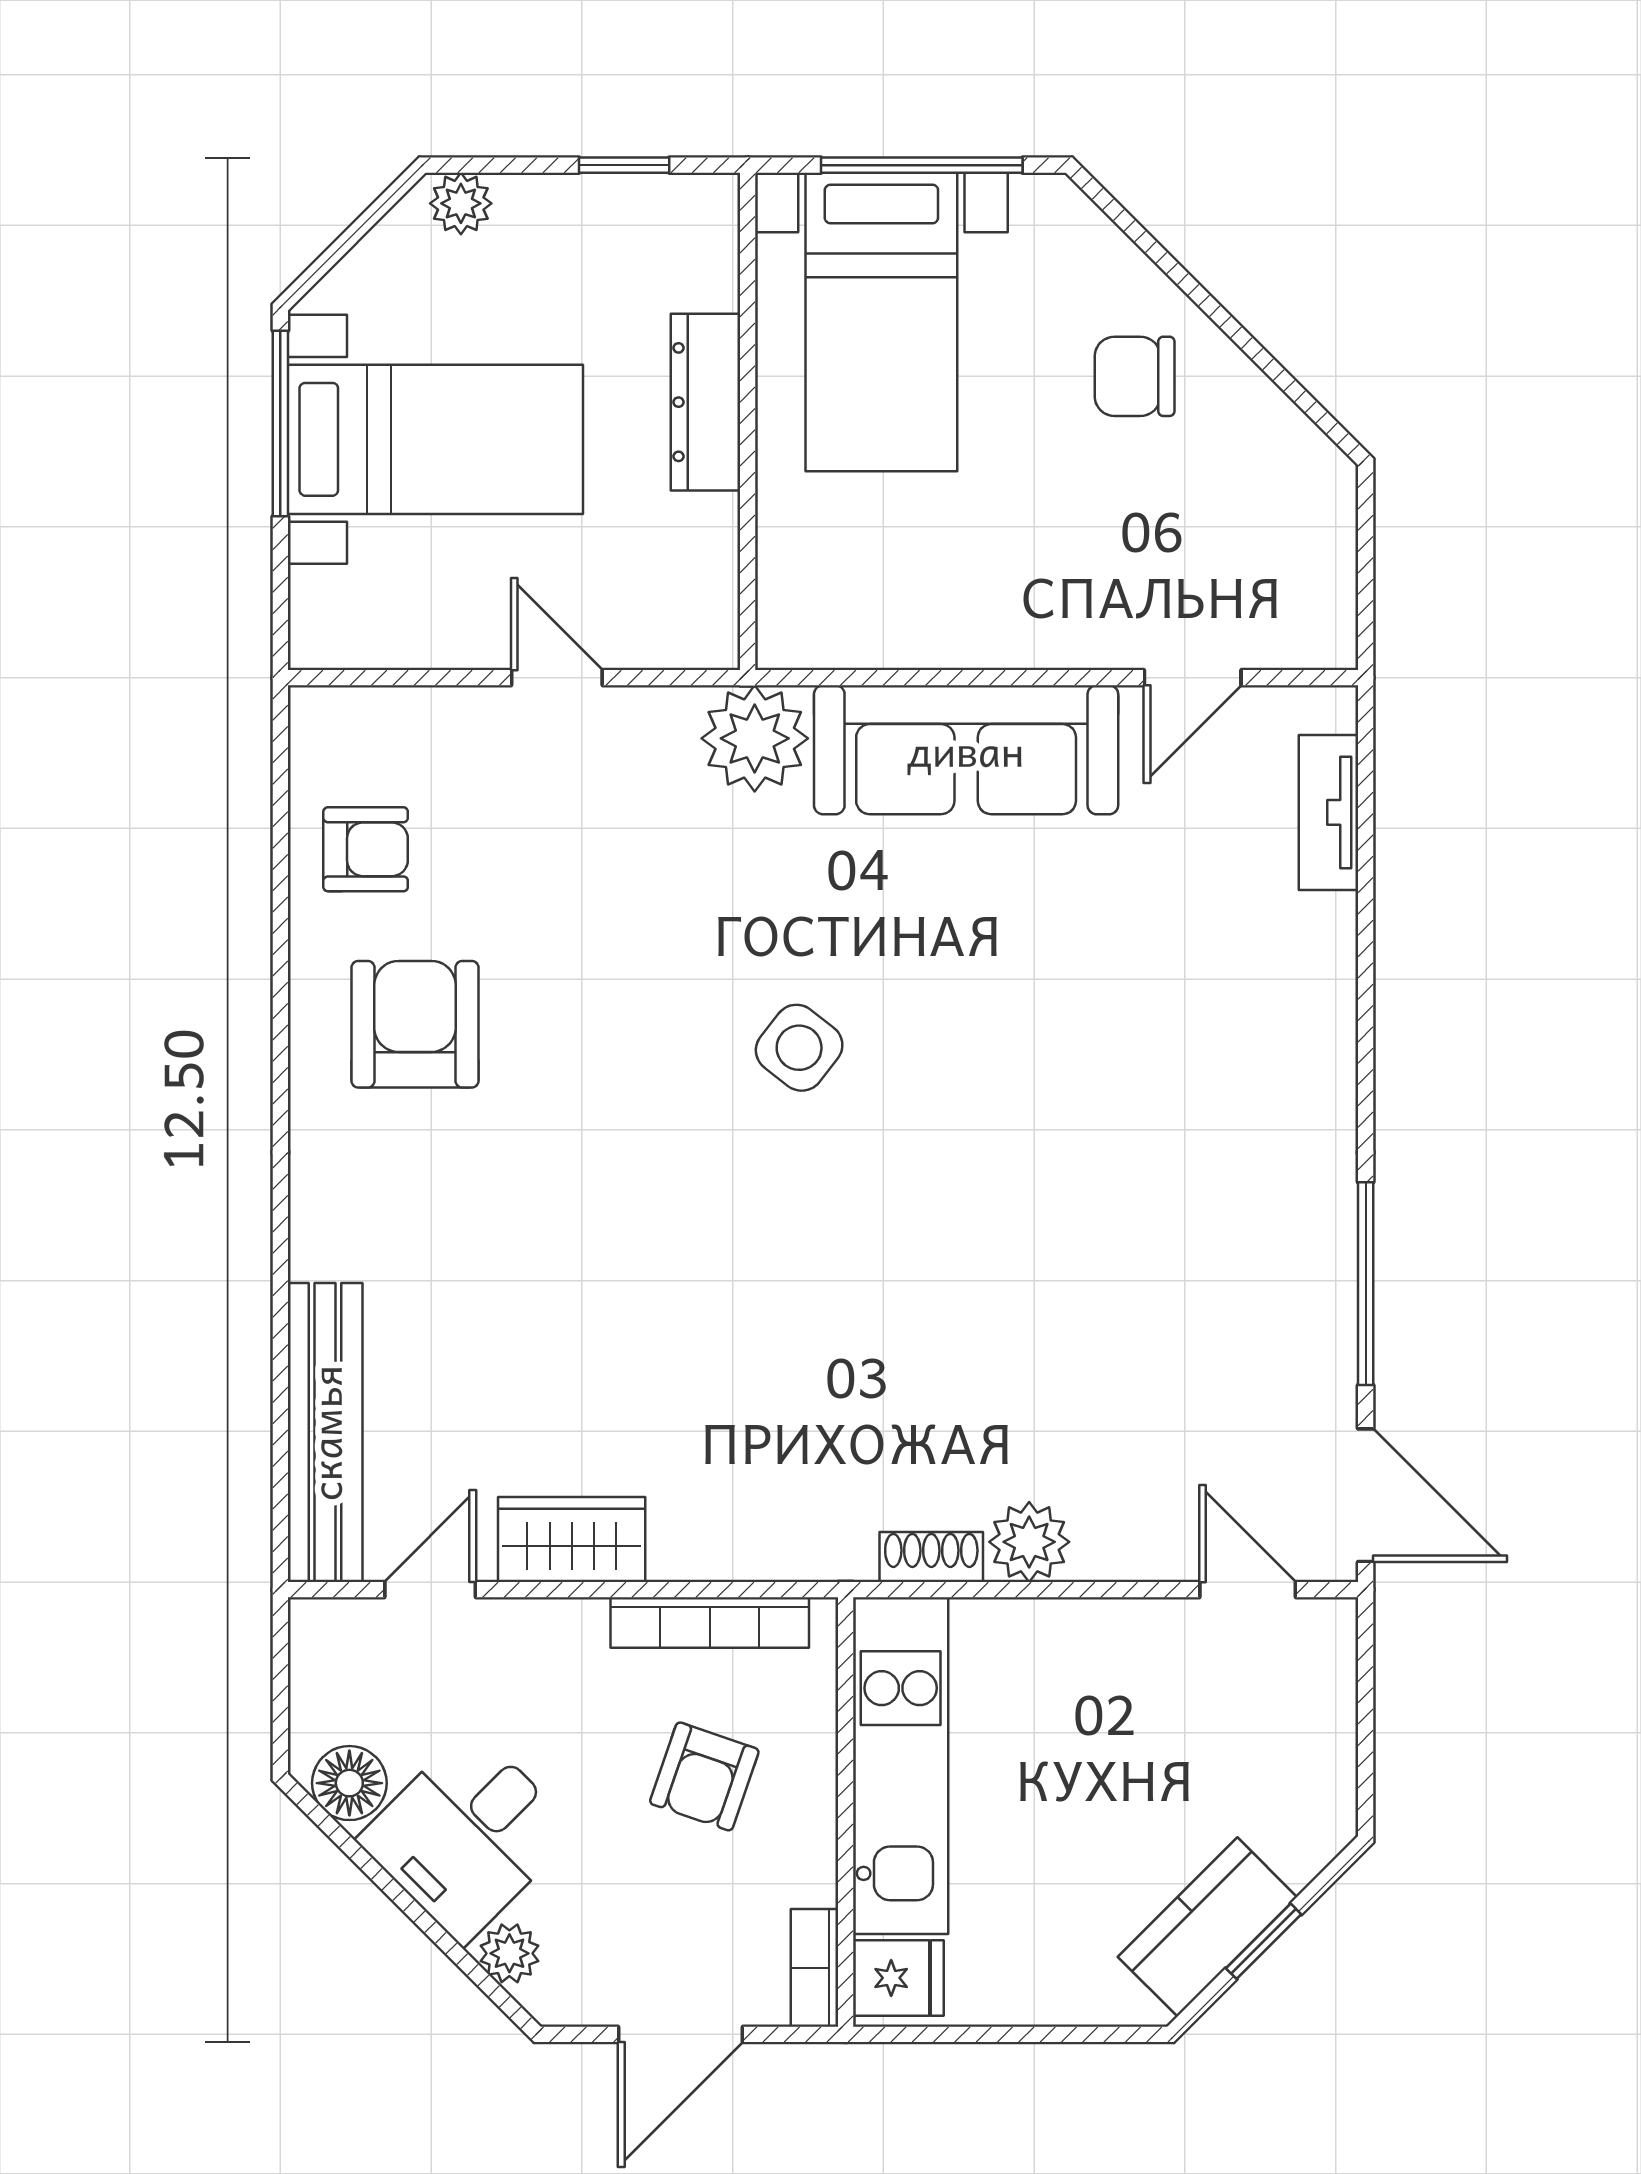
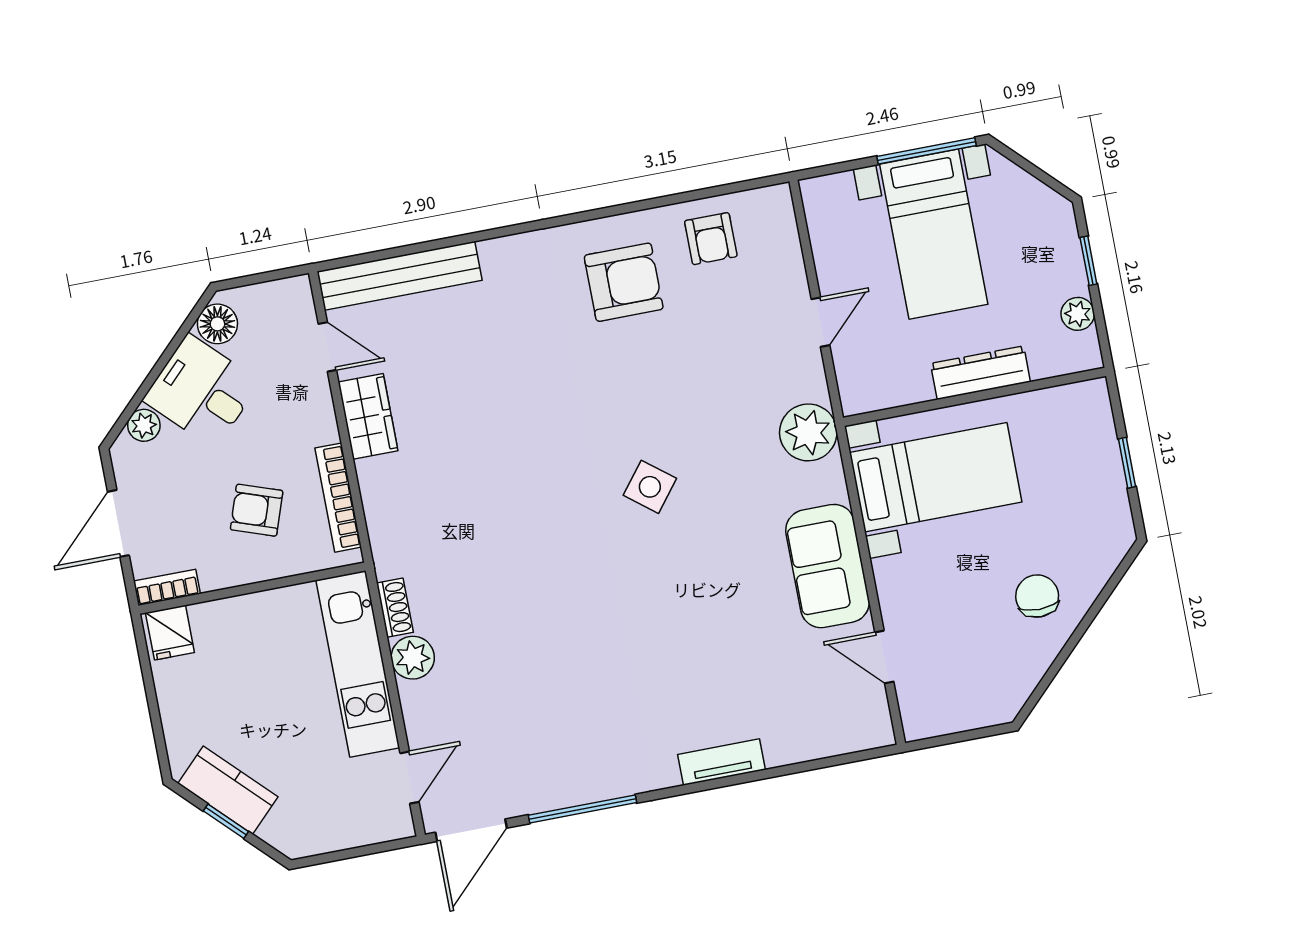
window: (624, 165) -> (1088, 261), moved
window: (922, 165) -> (1127, 463), width x0.46
plant: (461, 203) -> (1078, 314), moved
bed with nightstands: (881, 322) -> (936, 477), moved, turned 180
sofa: (966, 750) -> (828, 566), width x0.73
tv unit: (1329, 812) -> (722, 762), moved
kitchen unit: (901, 1766) -> (358, 664), moved, turned 90
door: (680, 2034) -> (118, 523), hinge flipped

